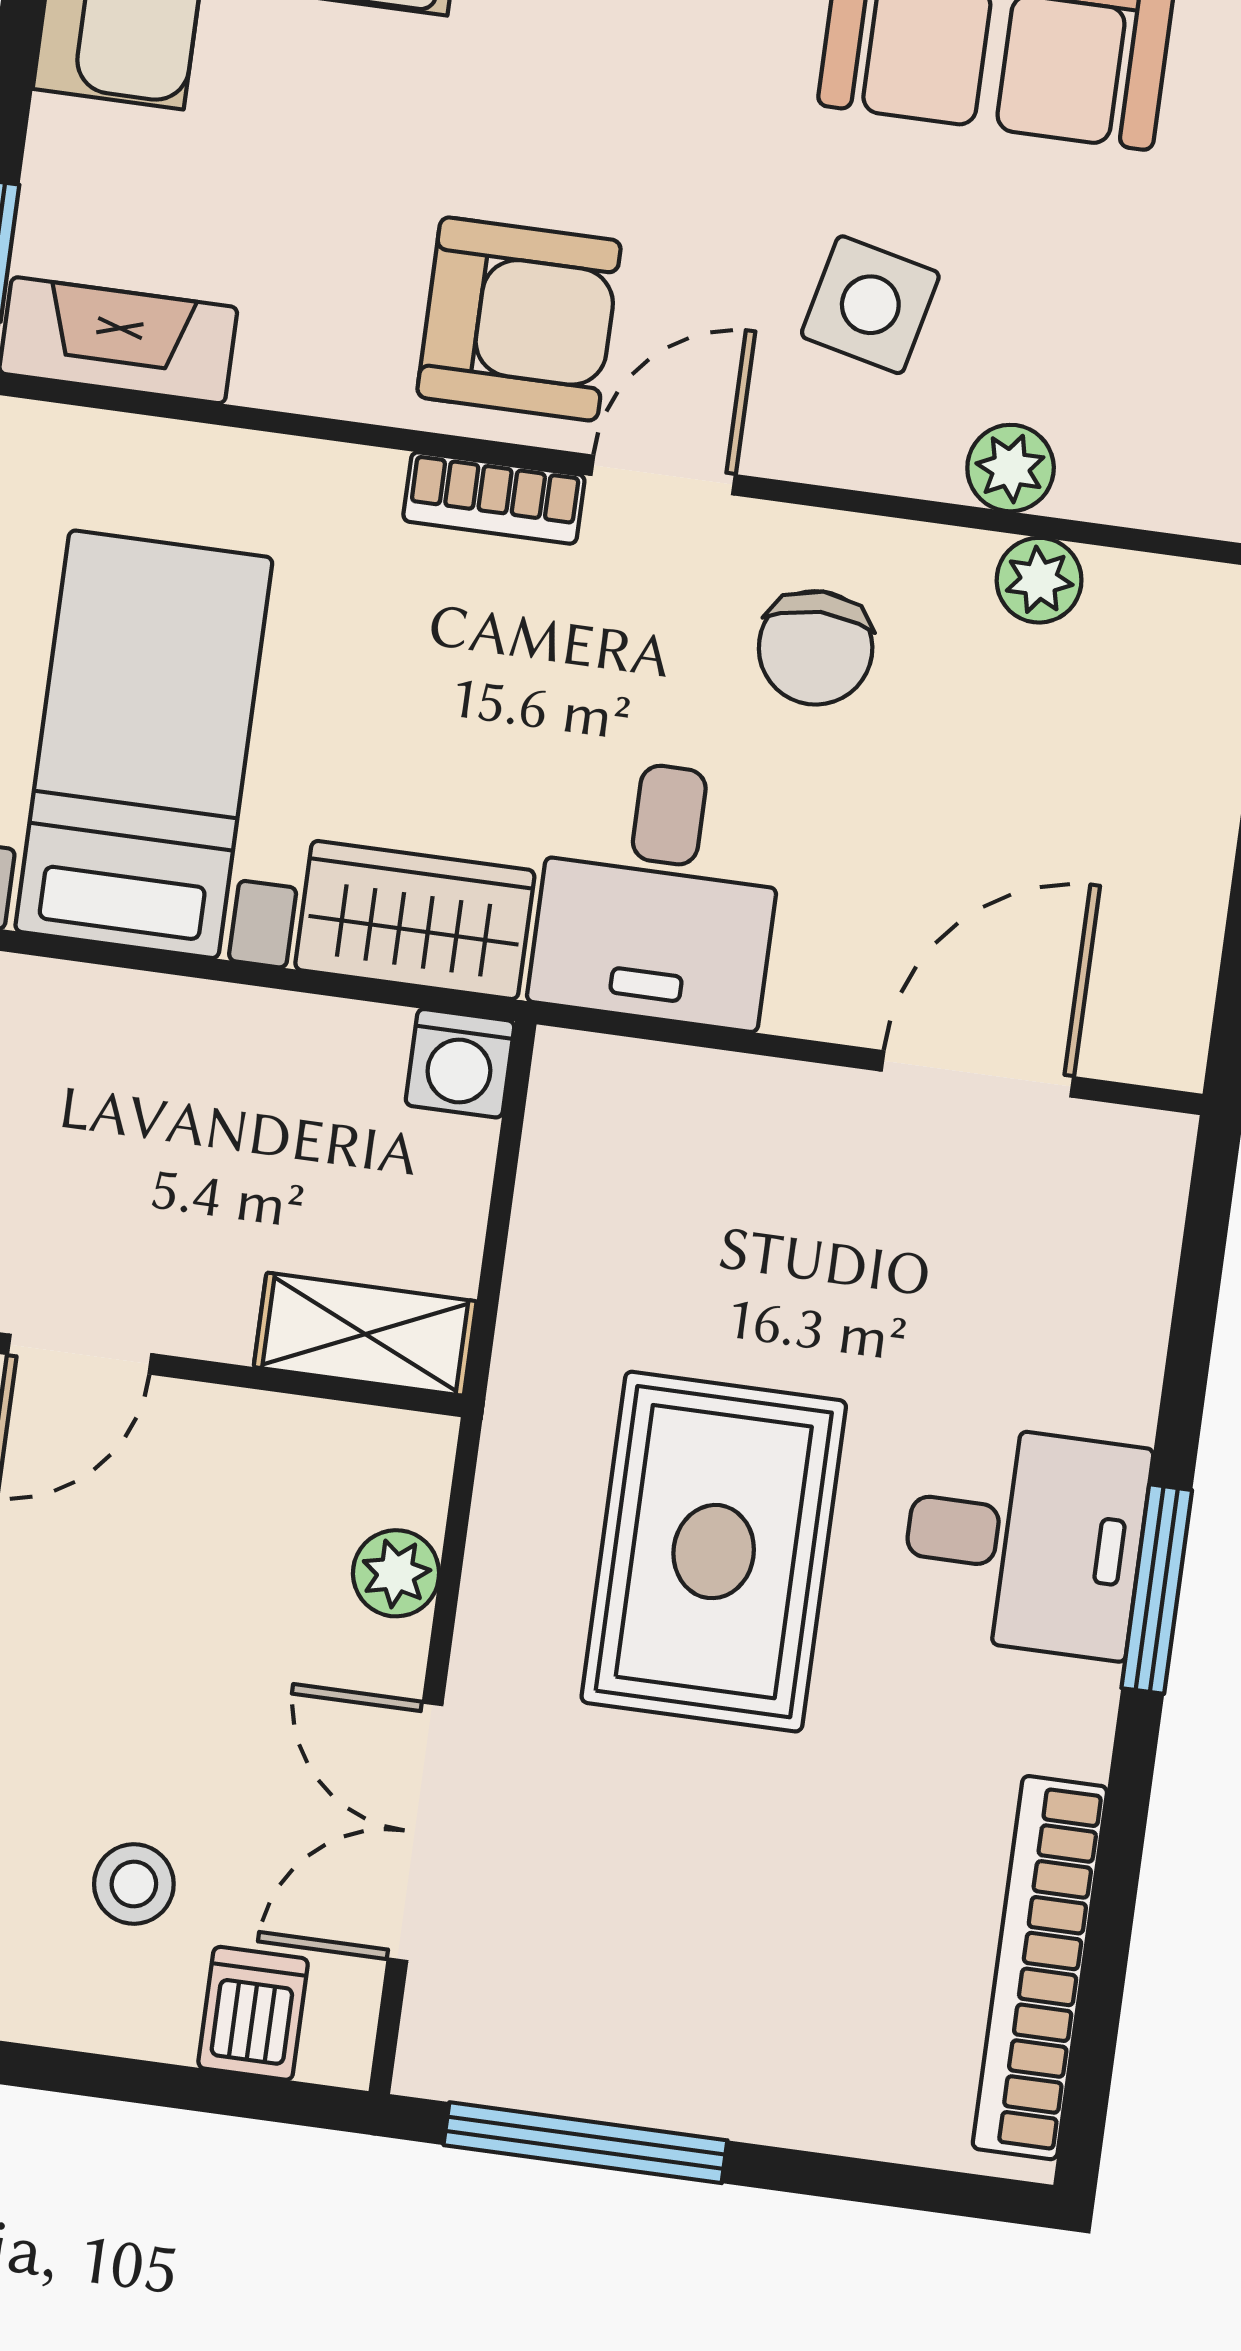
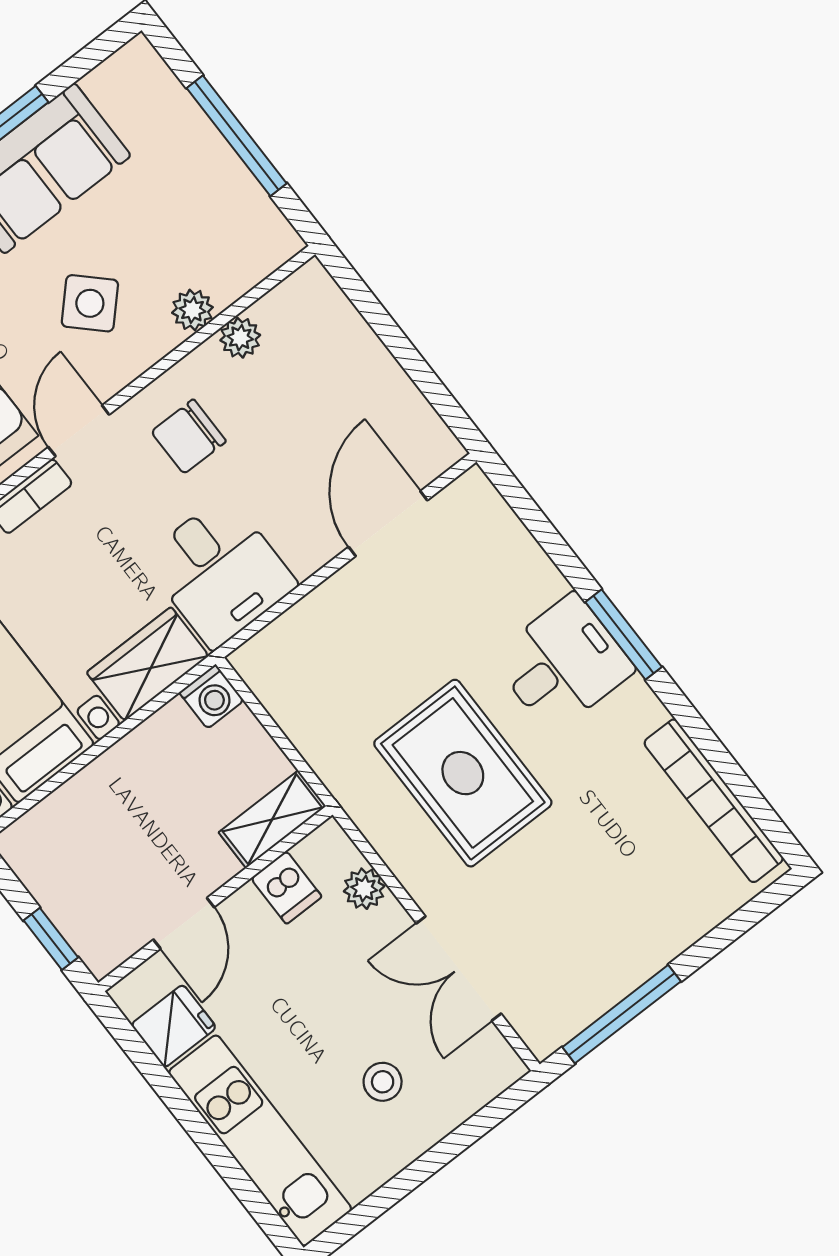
side table: (870, 305) -> (90, 303), turned 31
chair: (816, 648) -> (189, 437), turned 90
dishwasher: (253, 2013) -> (286, 887), moved, turned 180

